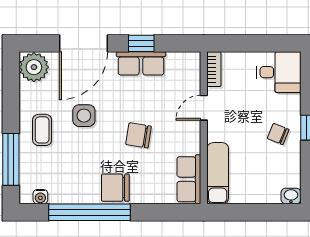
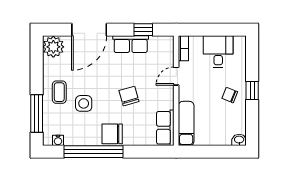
window: (141, 43) -> (143, 30), moved
desk: (279, 72) -> (218, 52), moved, turned -90
side table: (84, 116) -> (84, 103), moved
chair: (139, 135) -> (129, 96), turned 65

